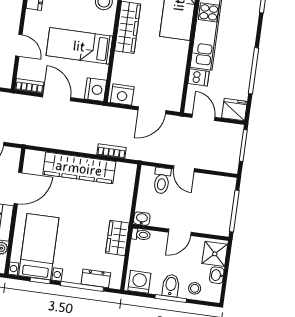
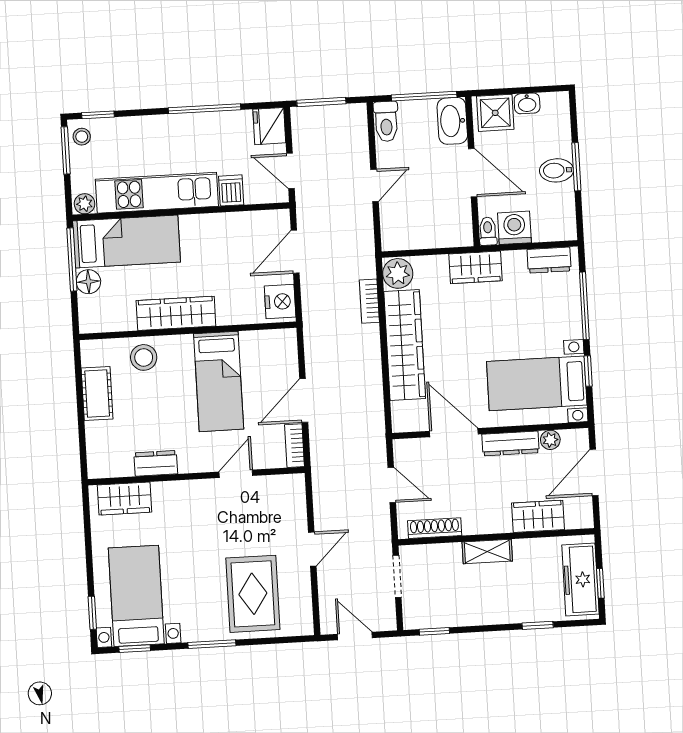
nightstand: (96, 90) -> (280, 344), removed
door: (152, 110) -> (295, 252), swing flipped
door: (204, 117) -> (290, 171), hinge flipped
plant: (125, 172) -> (398, 273), added
toilet: (162, 181) -> (386, 121), moved, turned 90
washbasin: (142, 219) -> (452, 121), moved, width x1.91, depth x1.45
door: (180, 232) -> (473, 173), width x1.38
wardrobe: (117, 238) -> (475, 267), moved
dresser: (96, 278) -> (549, 260), moved, turned -90
washing machine: (139, 282) -> (514, 228), moved, turned 90
stool: (195, 288) -> (554, 133), removed

